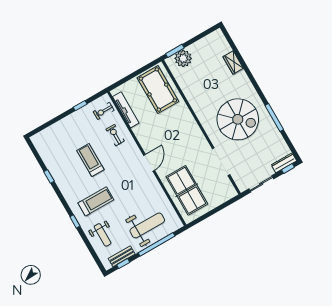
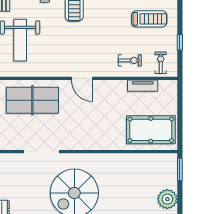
plant: (183, 58) -> (167, 199), moved
tv unit: (126, 110) -> (143, 86), width x0.71
treadmill: (90, 160) -> (149, 19), moved

